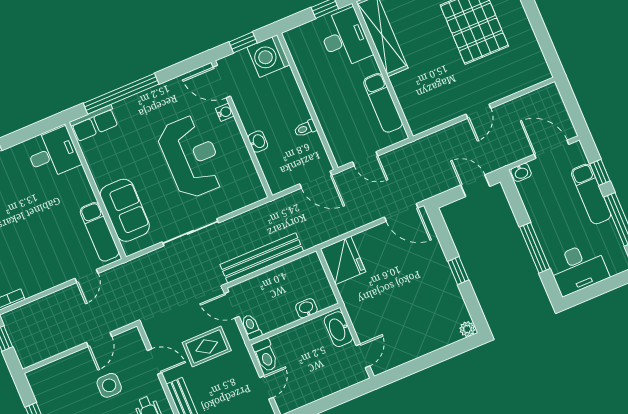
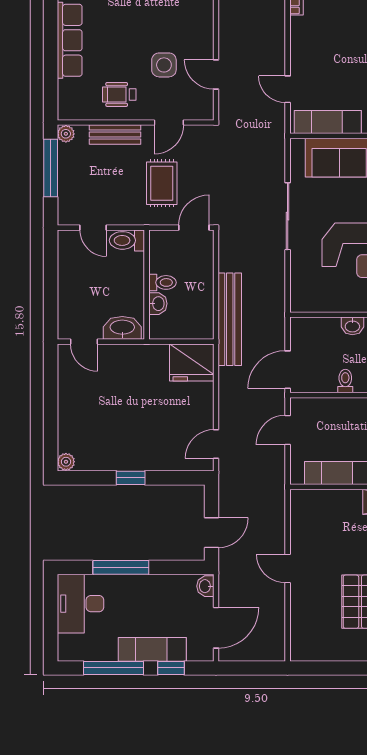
door: (401, 213) -> (216, 444), width x0.73
bench: (262, 258) -> (230, 319), moved
toilet: (251, 327) -> (162, 282), moved

